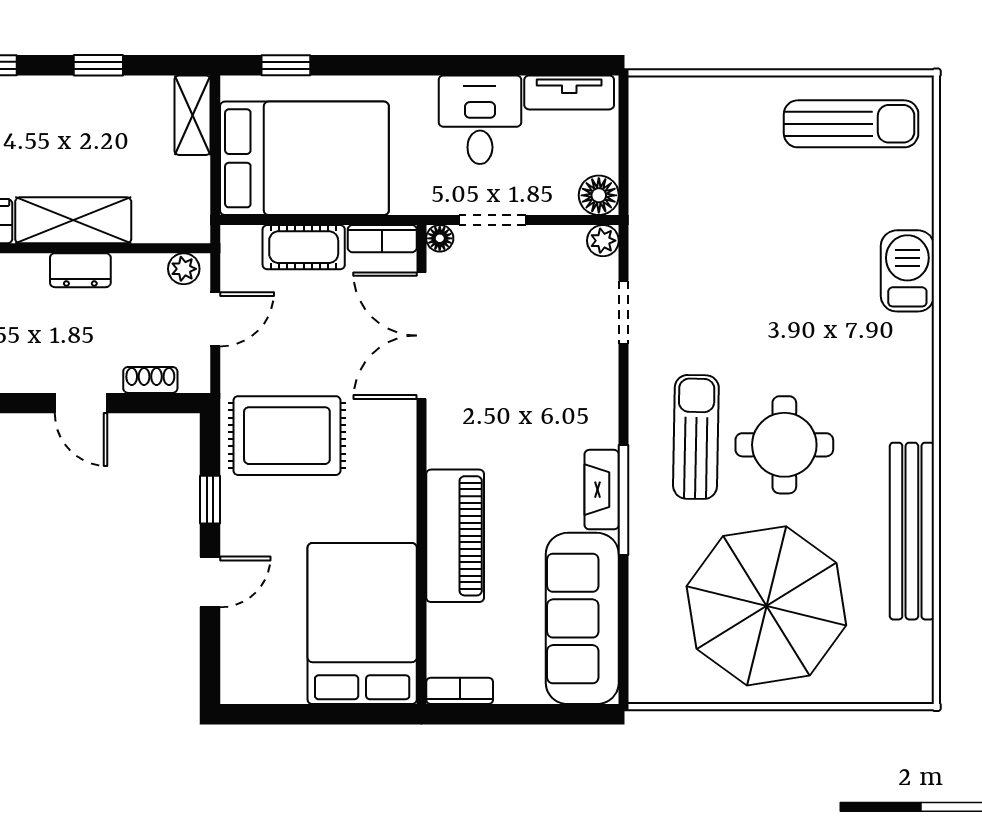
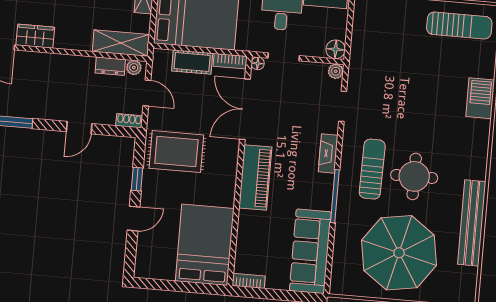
shelving: (73, 220) -> (121, 43), moved
dresser: (80, 270) -> (110, 66), moved
door: (215, 319) -> (147, 93), hinge flipped
shoe rack: (150, 380) -> (129, 121), moved
door: (81, 403) -> (79, 128), hinge flipped
fireplace: (602, 490) -> (328, 153), moved
piano: (455, 536) -> (255, 178), moved

